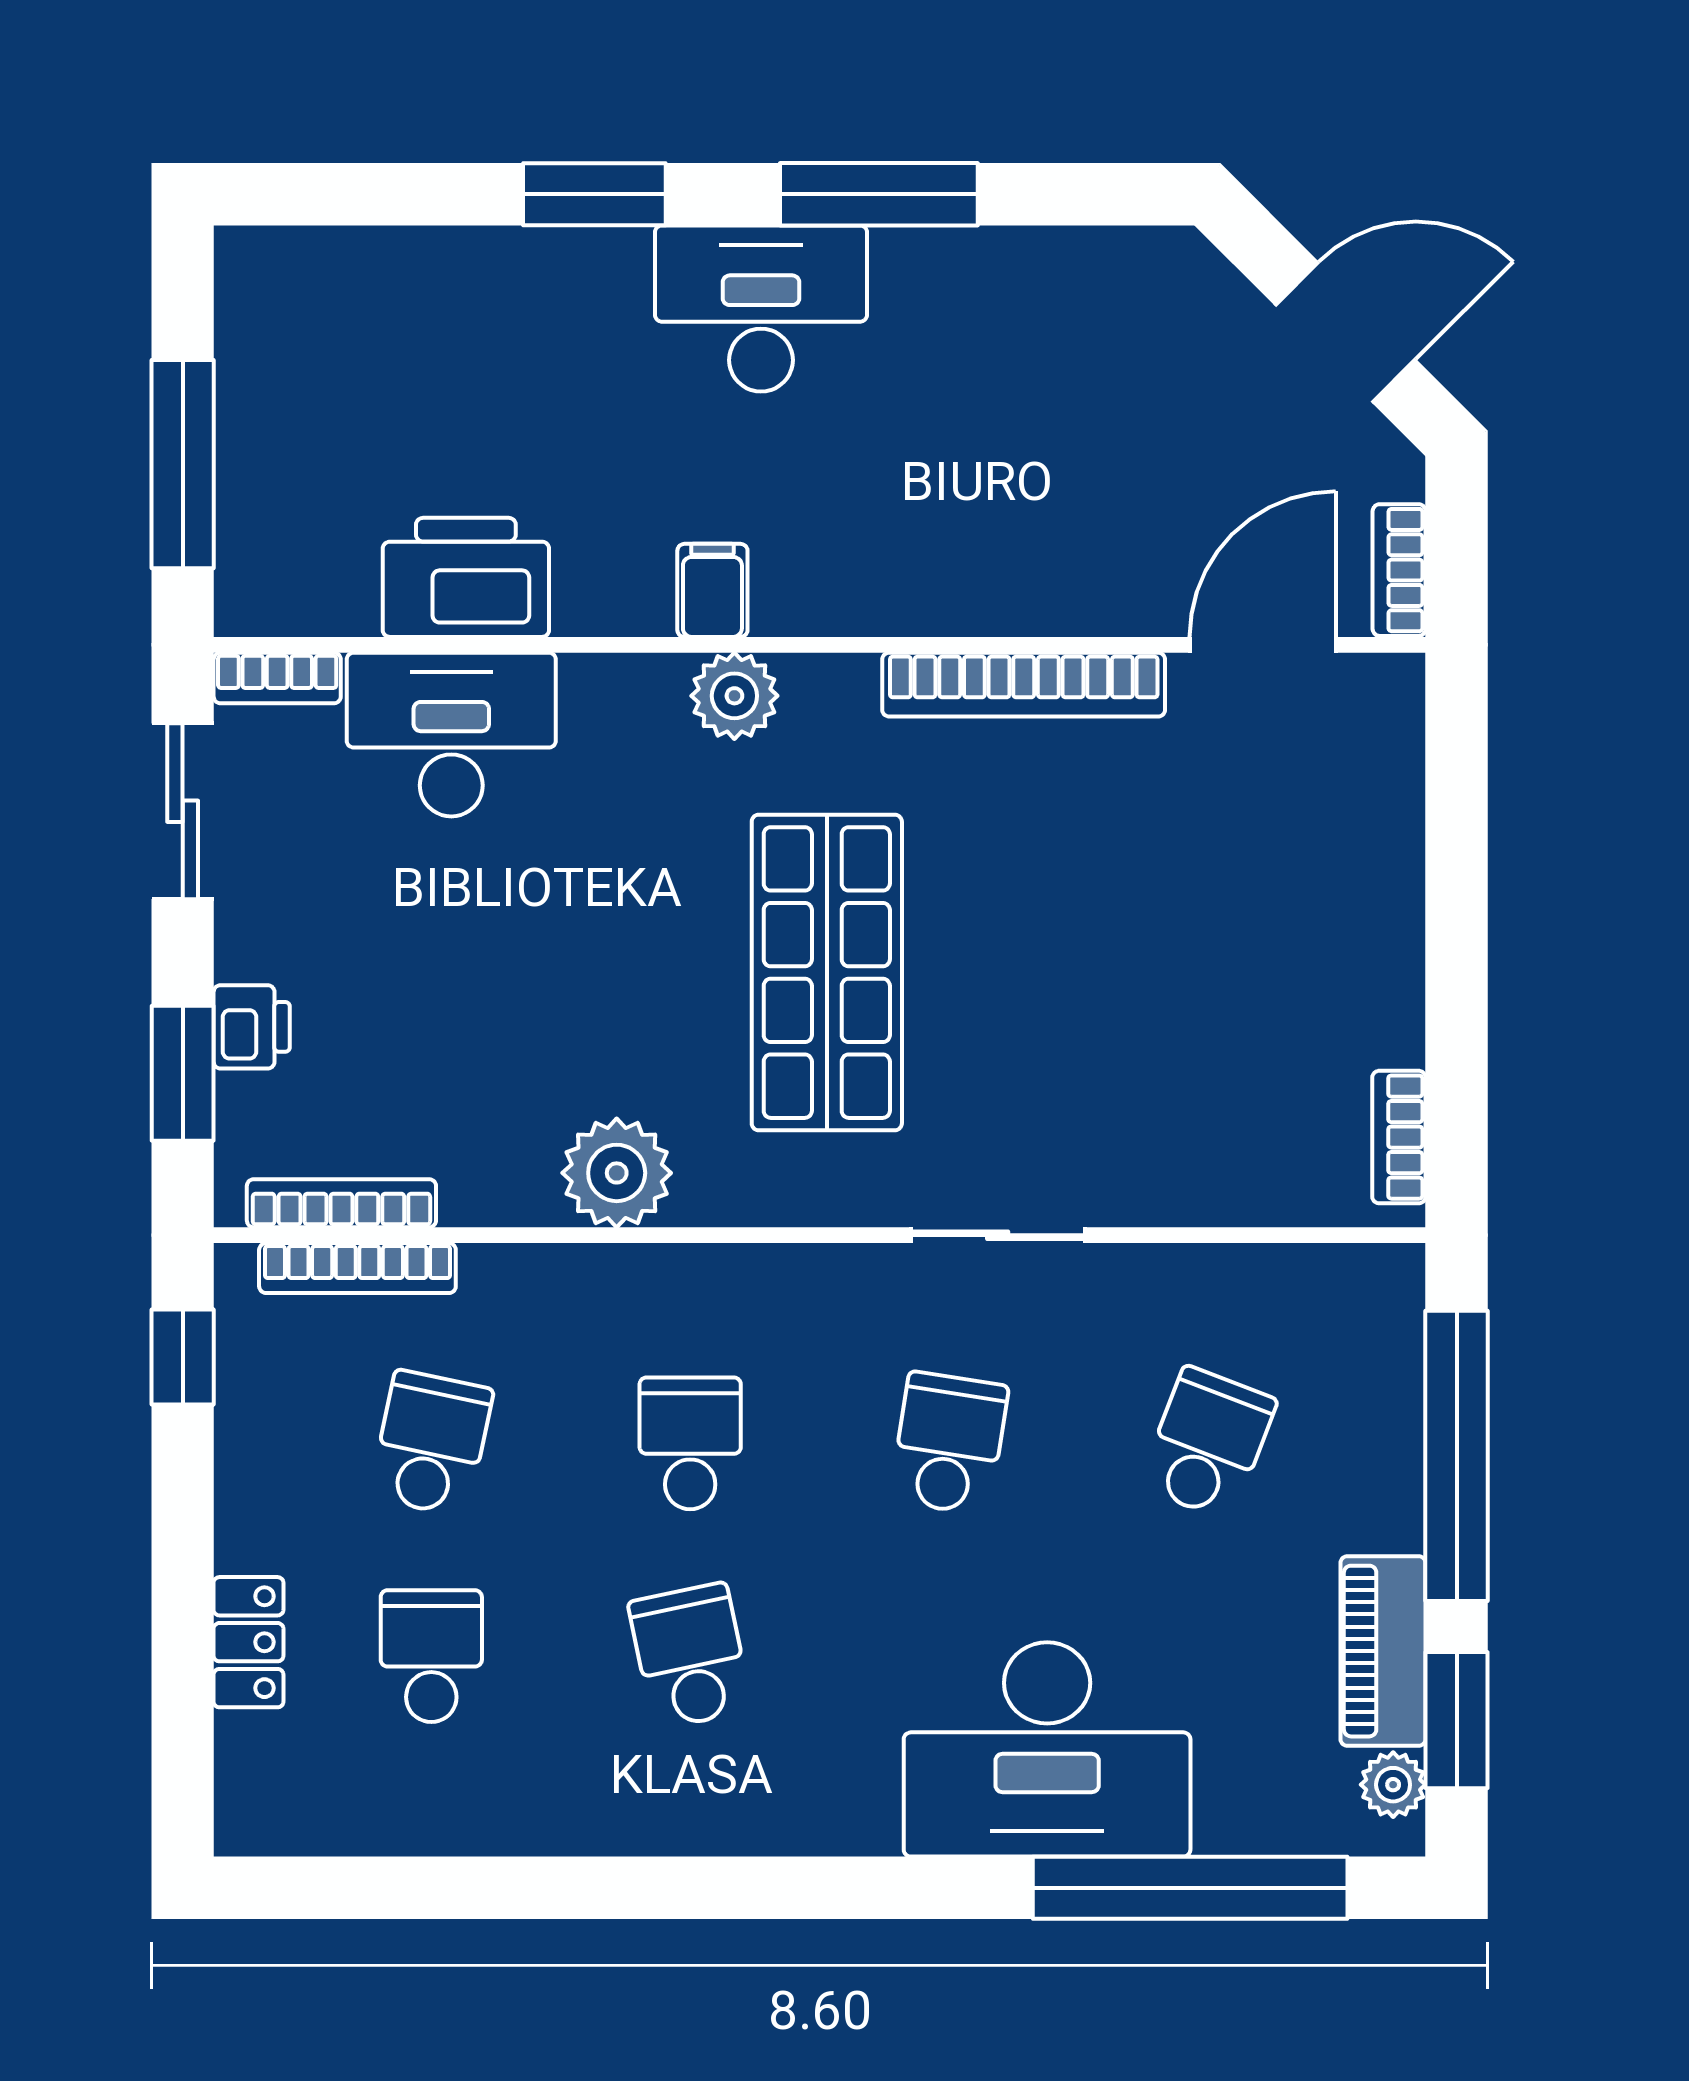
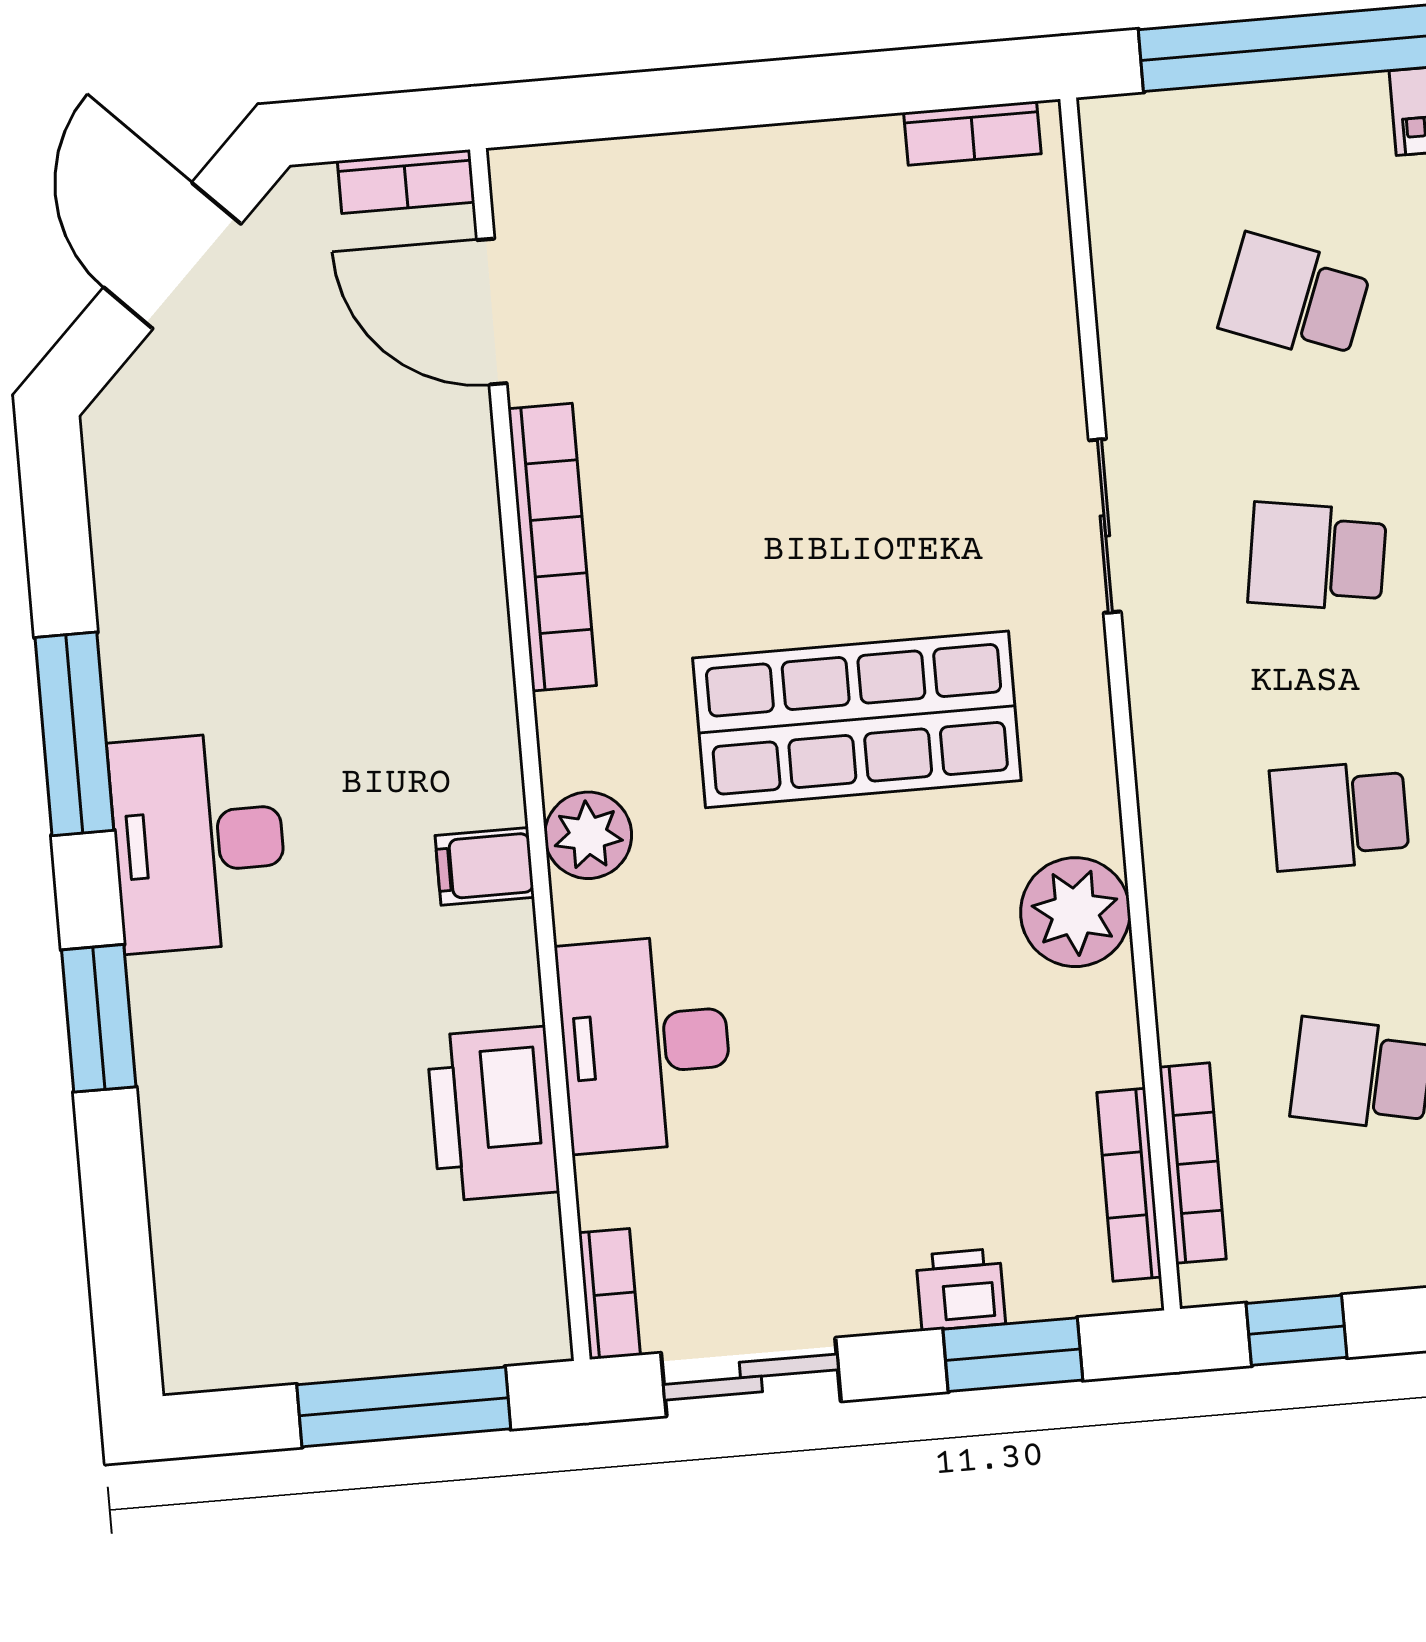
desk: (451, 735) -> (645, 1044), moved

